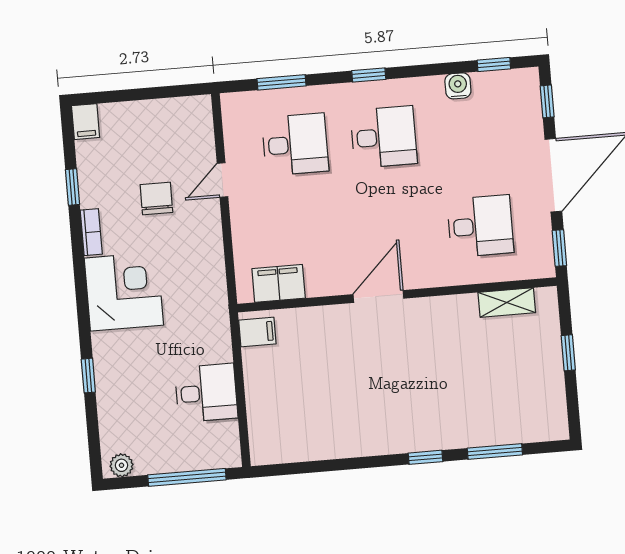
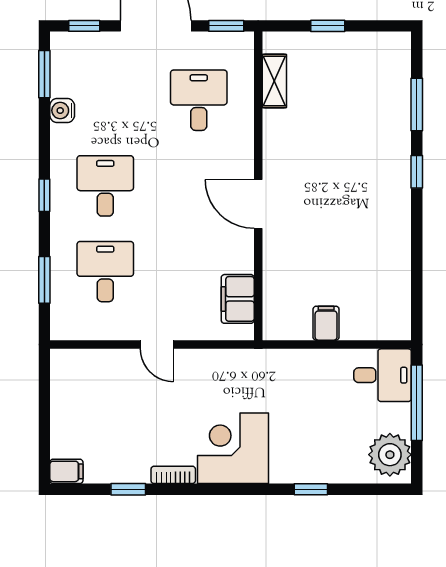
window: (494, 64) -> (44, 74), width x1.50
door: (222, 180) -> (157, 344), moved
chair: (156, 198) -> (146, 409), removed
filing cabinet: (257, 332) -> (326, 323), moved
desk: (206, 393) -> (383, 375), moved, turned 90
plant: (121, 465) -> (390, 455), width x1.87, depth x1.87

